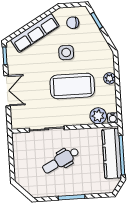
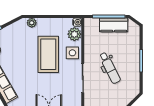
side table: (66, 53) -> (72, 53), moved
plant: (110, 78) -> (32, 23), moved
kitchen counter: (112, 153) -> (114, 25), width x0.67

